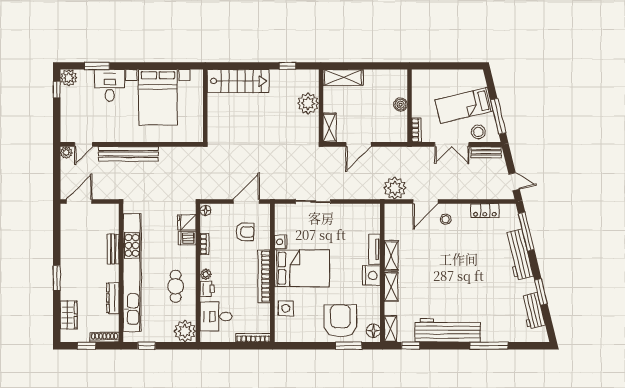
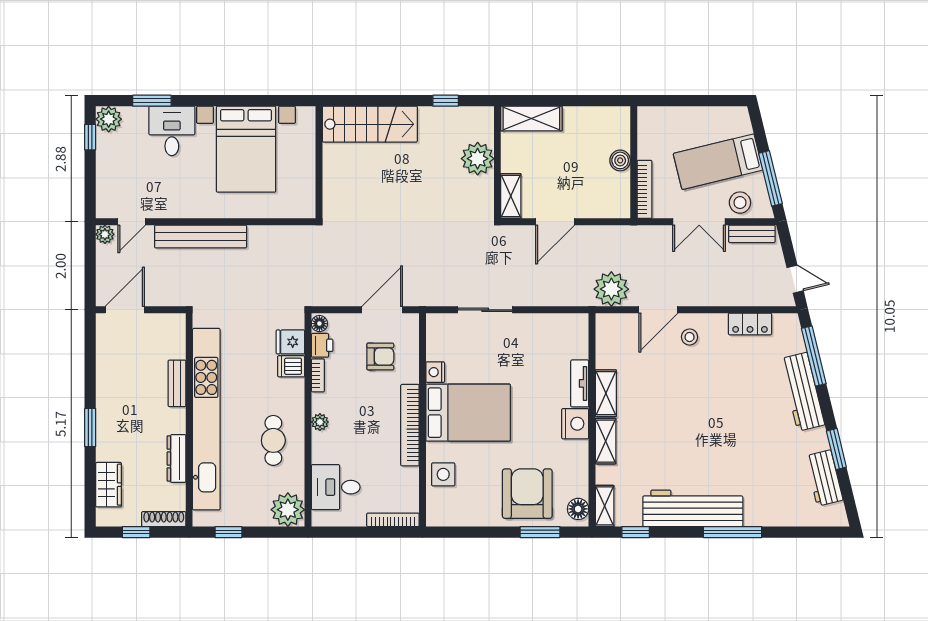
bookcase: (416, 130) -> (645, 189), width x1.56
printer: (207, 289) -> (322, 345), moved
window: (489, 346) -> (733, 532), moved

